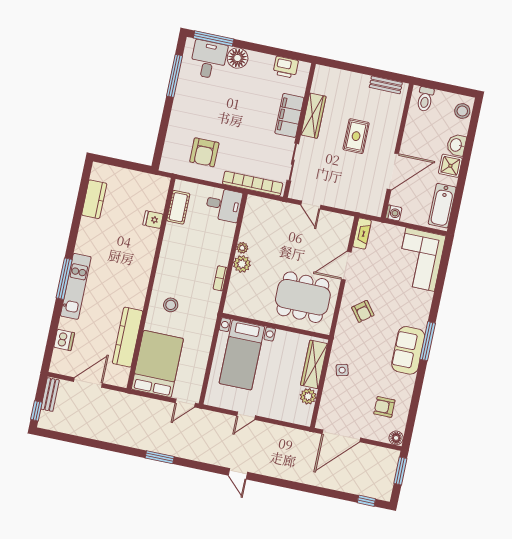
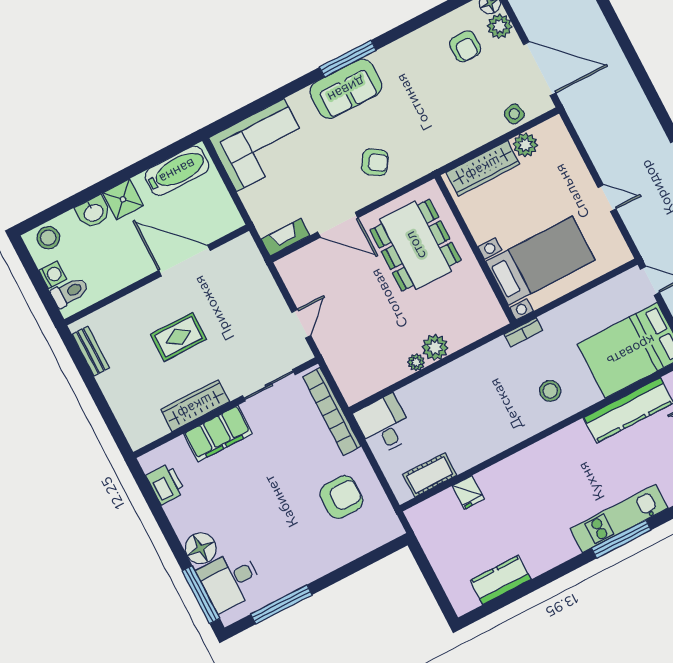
washing machine: (394, 213) -> (53, 275), moved, turned 90
bookcase: (220, 278) -> (523, 332), moved
armchair: (363, 311) -> (375, 162), turned 71
sofa: (408, 350) -> (346, 89), moved
side table: (342, 370) -> (514, 114), moved
plant: (380, 433) -> (499, 26), added

